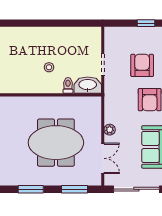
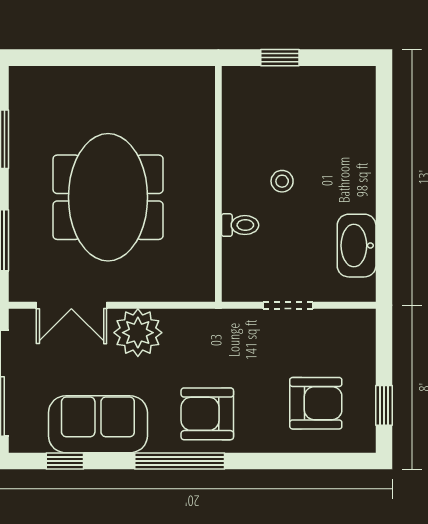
armchair: (142, 65) -> (316, 403), moved
washbasin: (88, 85) -> (357, 246), moved, turned 180
plant: (110, 130) -> (138, 333), width x1.88, depth x1.88

